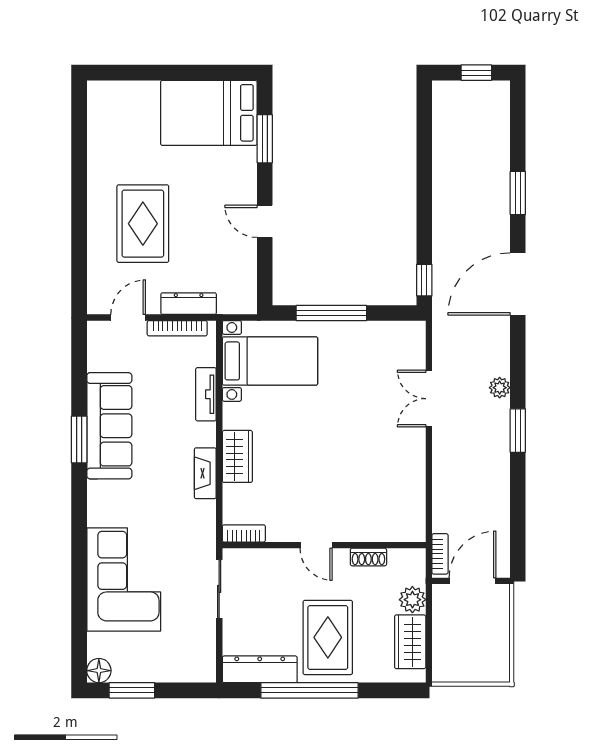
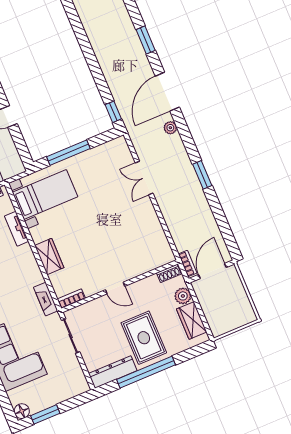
plant: (500, 388) -> (170, 128), moved
fireplace: (205, 473) -> (46, 299), moved
shoe rack: (368, 557) -> (169, 273), moved

